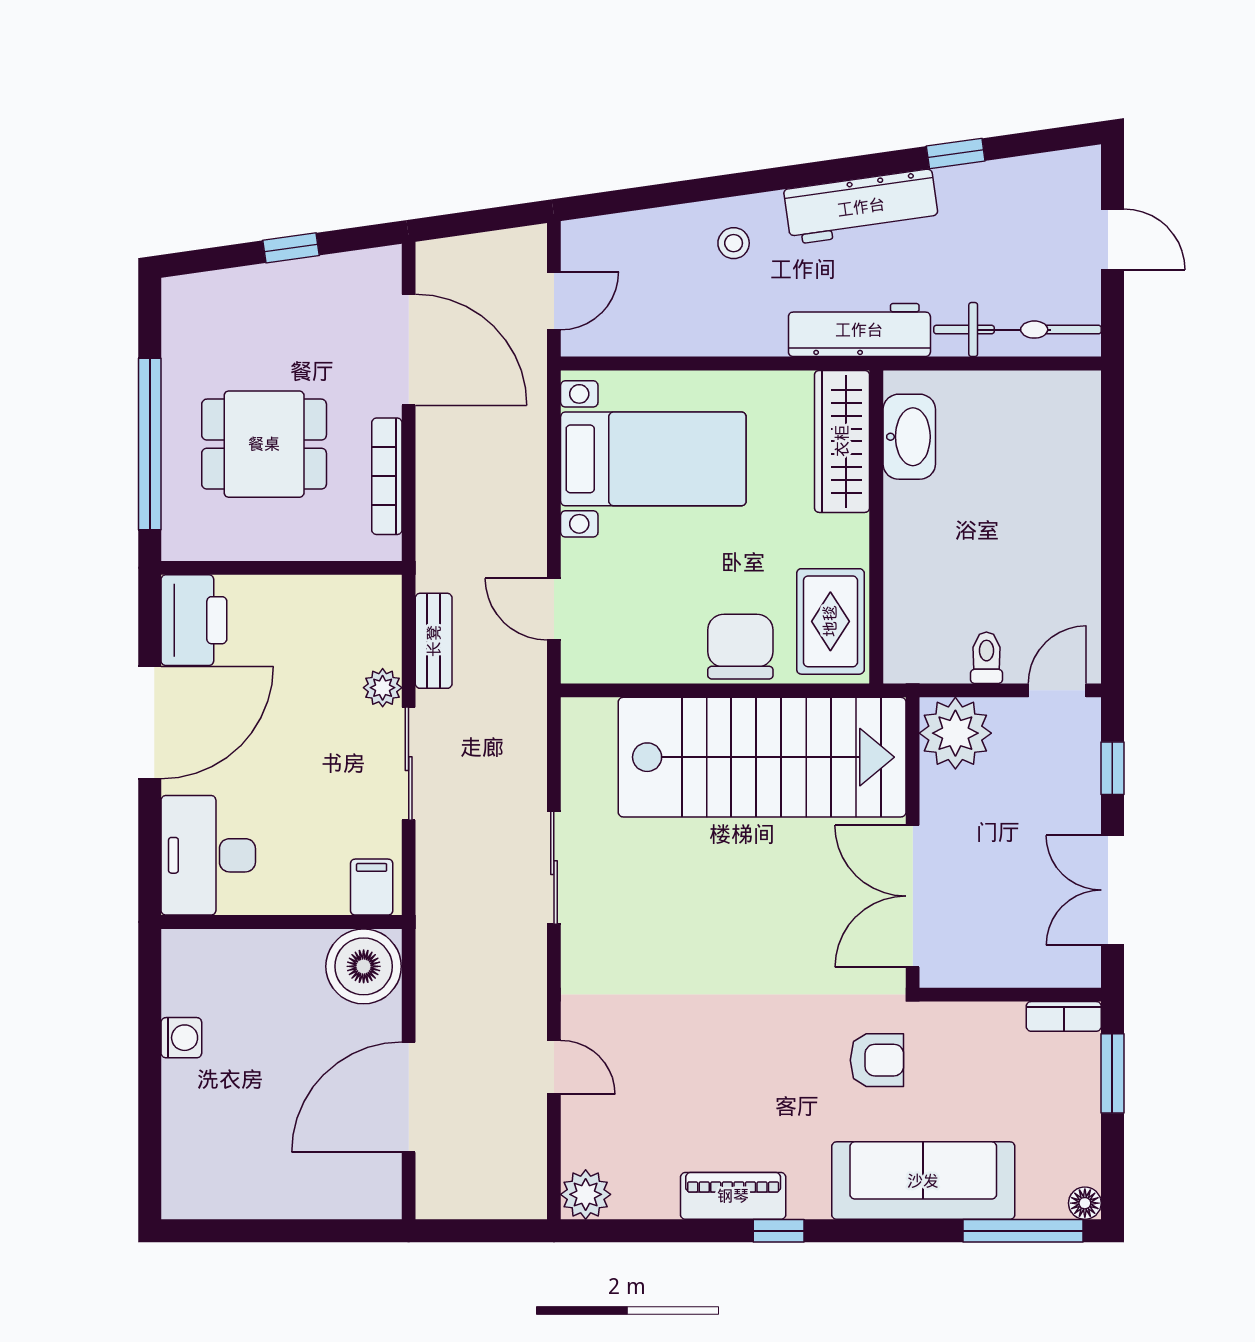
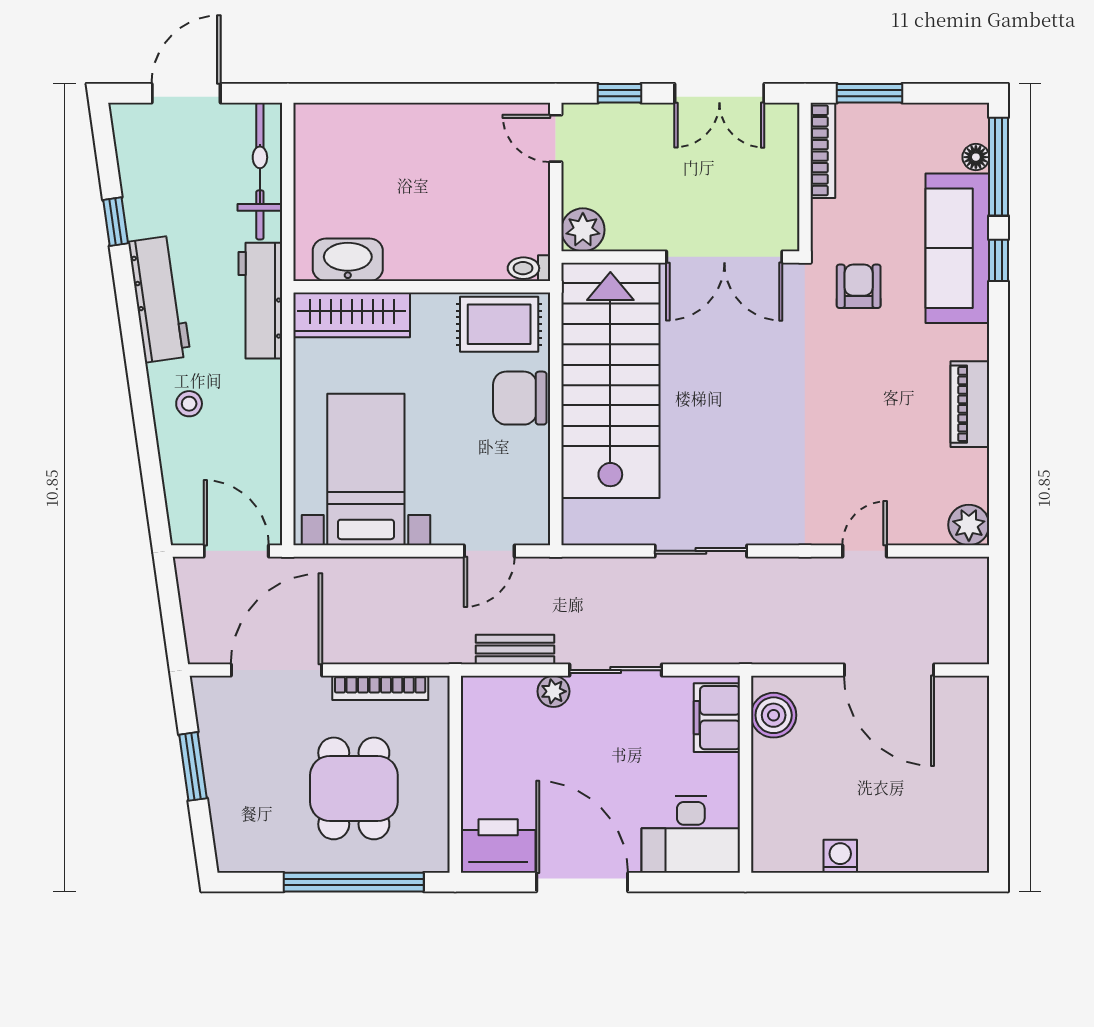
door: (1112, 239) -> (186, 93), width x1.37
window: (291, 248) -> (193, 766), width x1.50
door: (554, 301) -> (236, 551), width x1.38
toilet: (986, 658) -> (529, 268), moved
plant: (955, 733) -> (583, 230), width x0.73, depth x0.73
filing cabinet: (372, 887) -> (717, 718), width x2.00
boiler: (364, 966) -> (774, 715), width x0.73, depth x0.73
bookcase: (1064, 1016) -> (823, 150), width x1.56
floor lamp: (1085, 1203) -> (976, 157), moved
window: (779, 1231) -> (998, 260), moved

